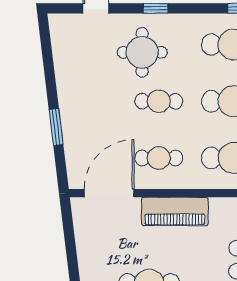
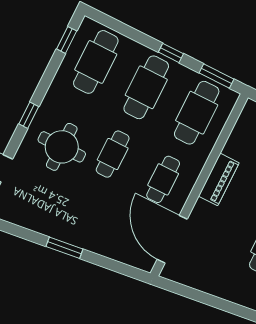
window: (56, 127) -> (64, 248), moved
piano: (175, 212) -> (219, 179), width x0.73, depth x0.75

